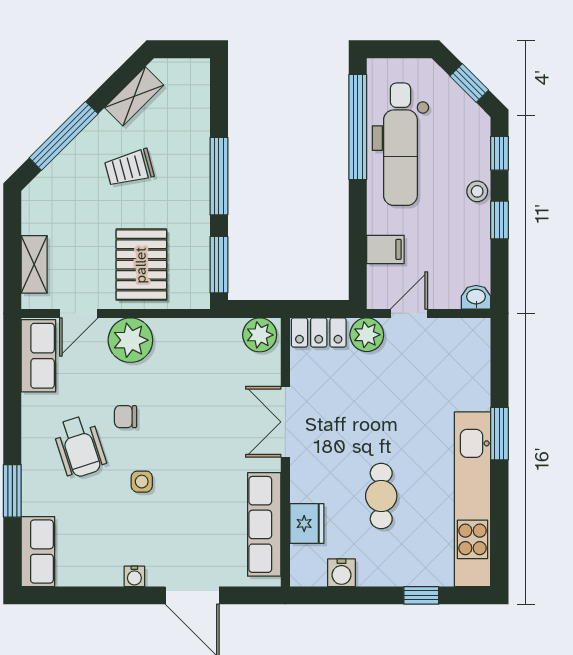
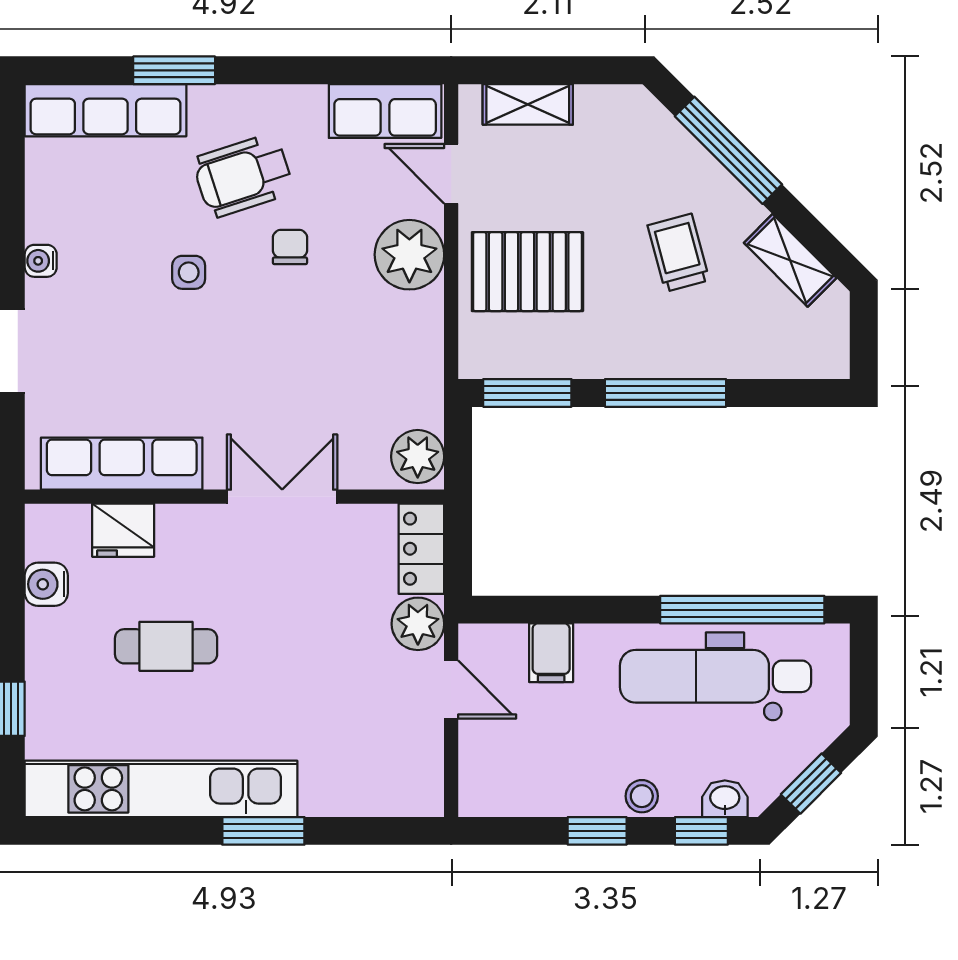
washbasin: (476, 297) -> (725, 799), moved, turned -90
row of seats: (38, 552) -> (105, 110), width x1.48

